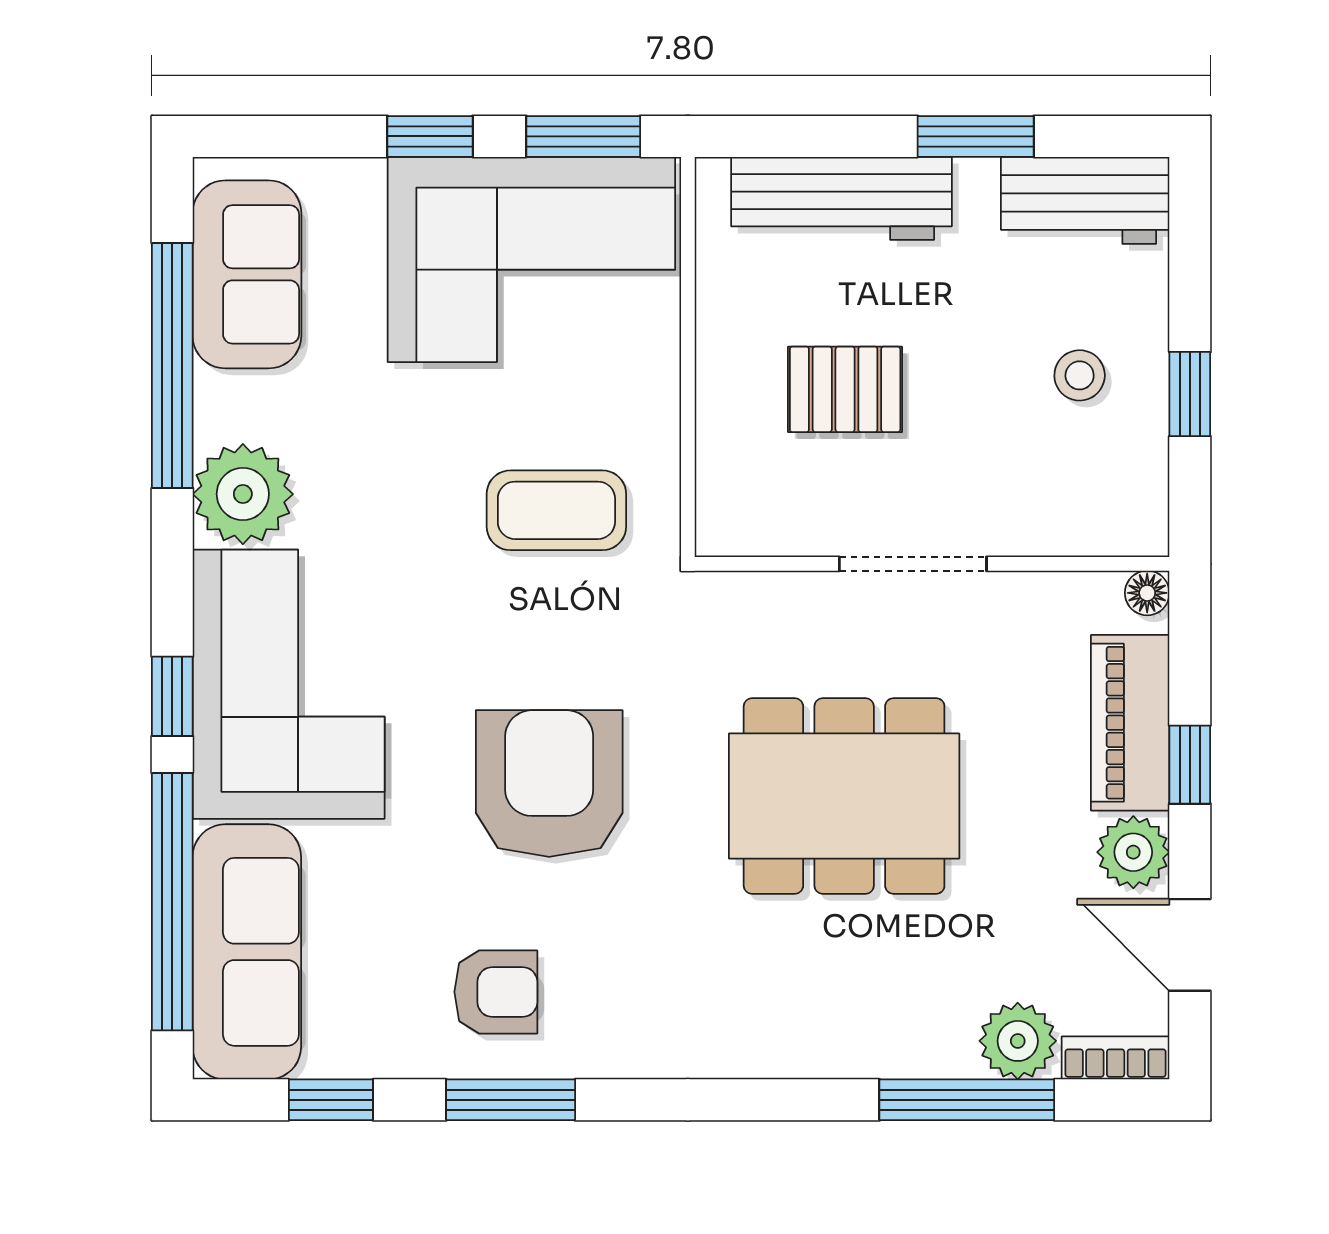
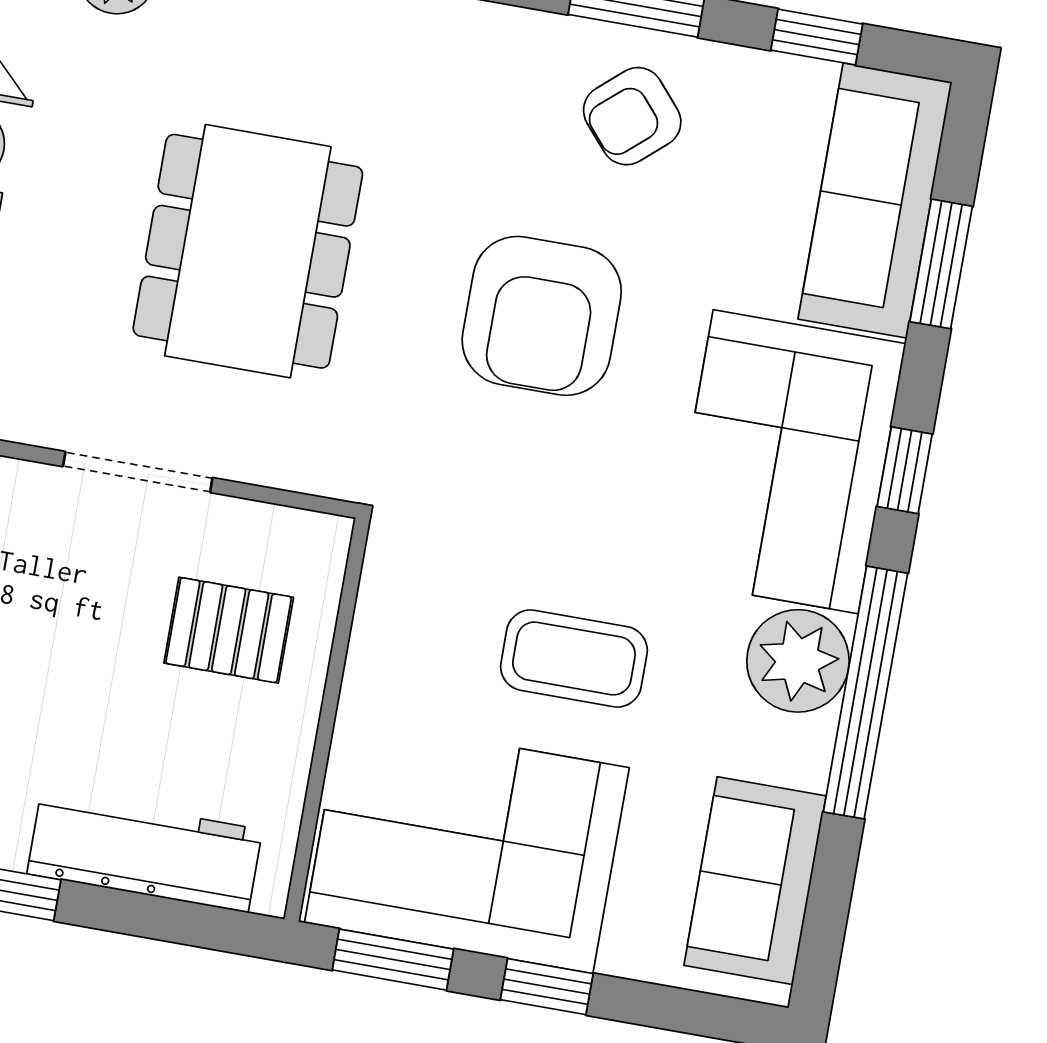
window: (172, 366) -> (865, 693), moved
pallet: (845, 389) -> (229, 630), moved
coffee table: (556, 510) -> (574, 658), moved
dining table: (844, 796) -> (248, 251), turned 90
window: (172, 902) -> (941, 264), width x0.47
armchair: (496, 992) -> (632, 116), turned -41

